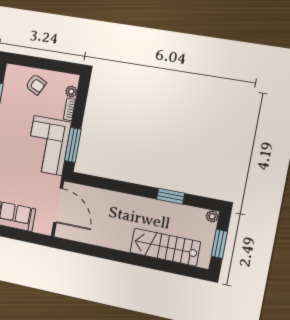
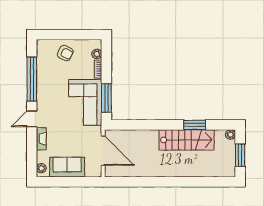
stairs: (165, 247) -> (187, 140), moved, turned 180

